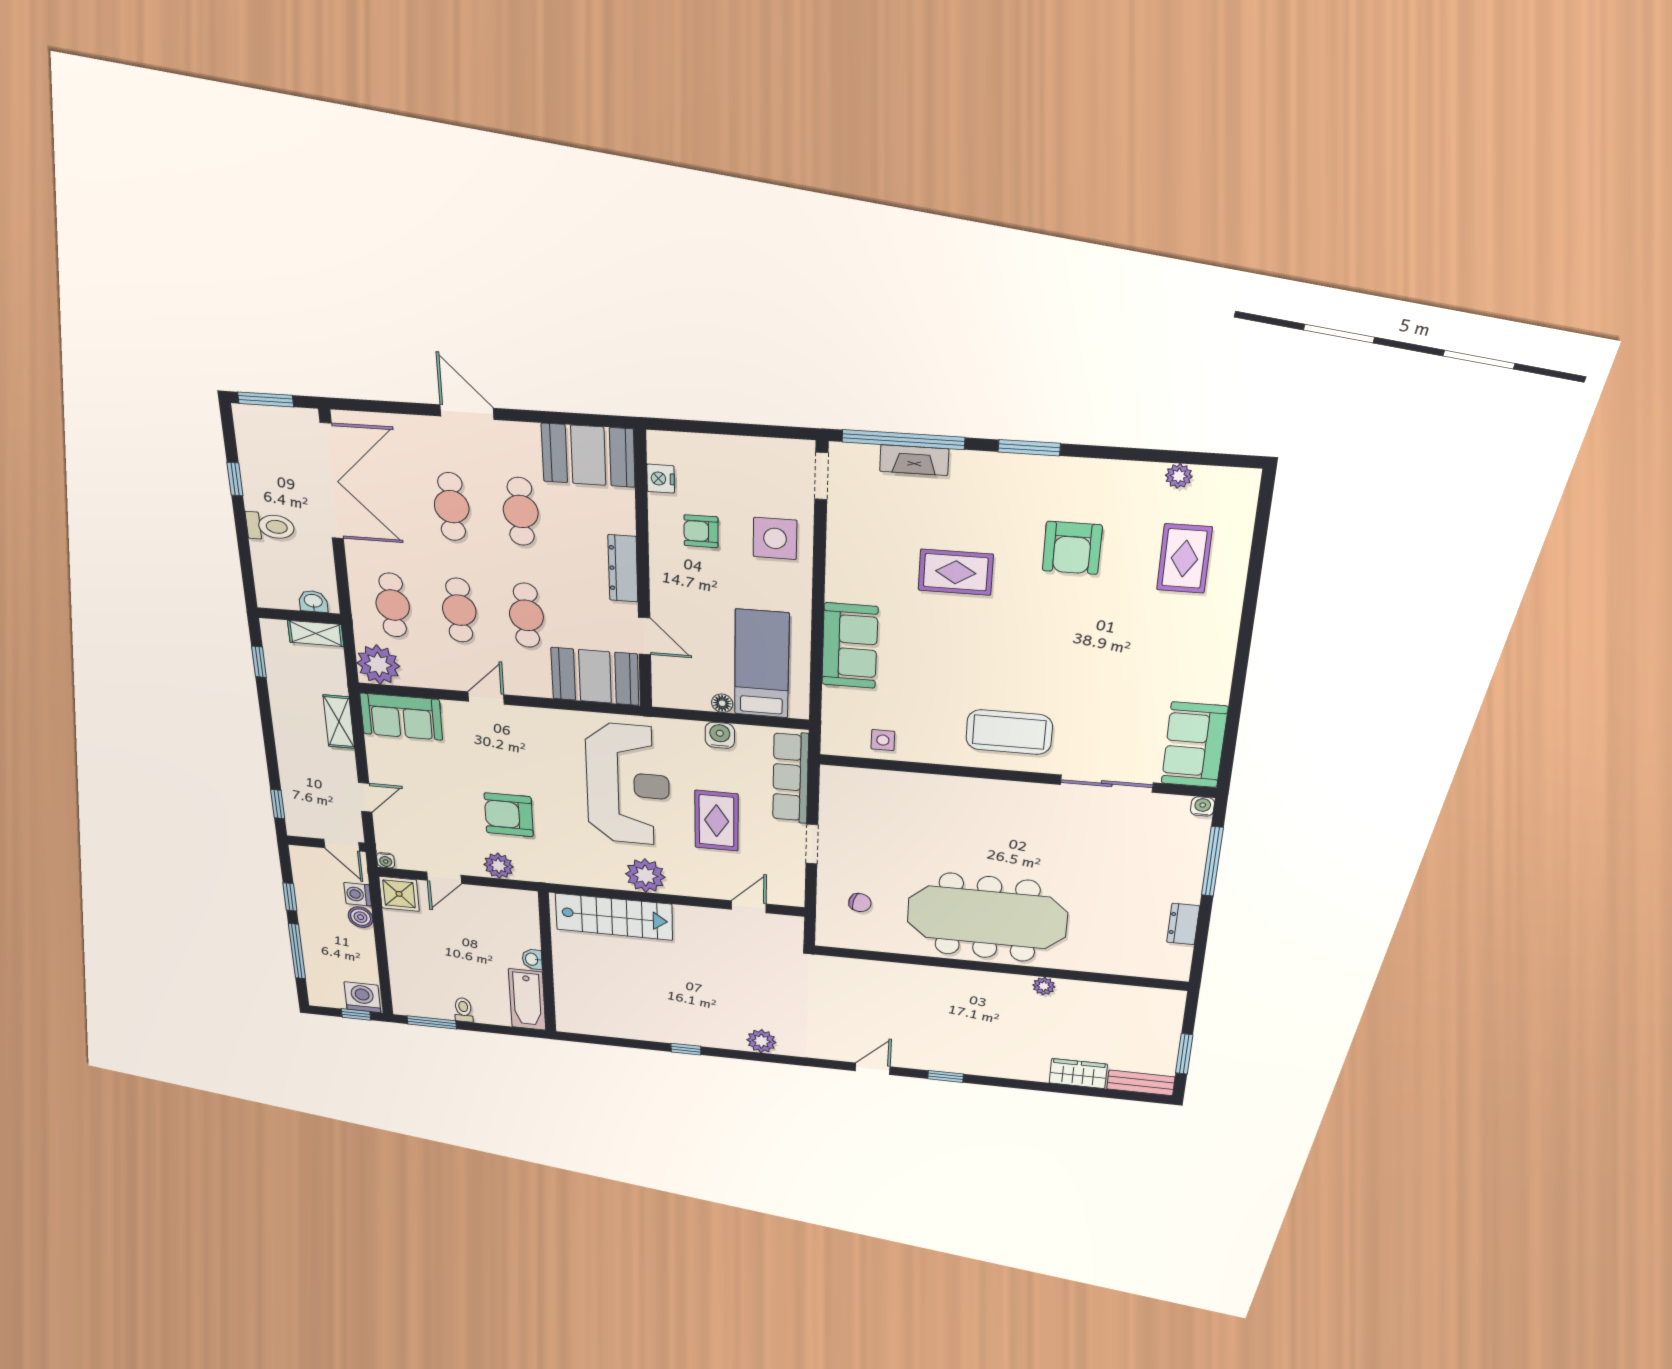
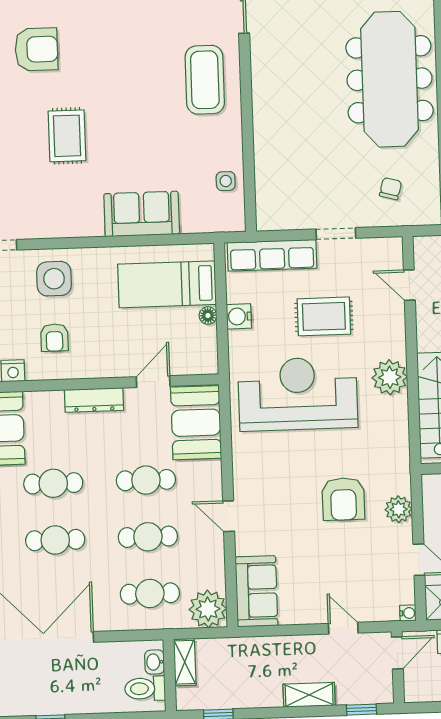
toilet: (270, 526) -> (145, 689), moved, turned -90
shelving: (339, 722) -> (309, 695), moved

